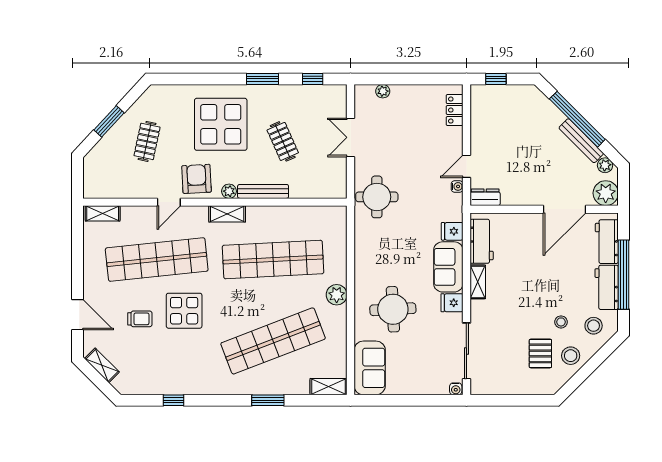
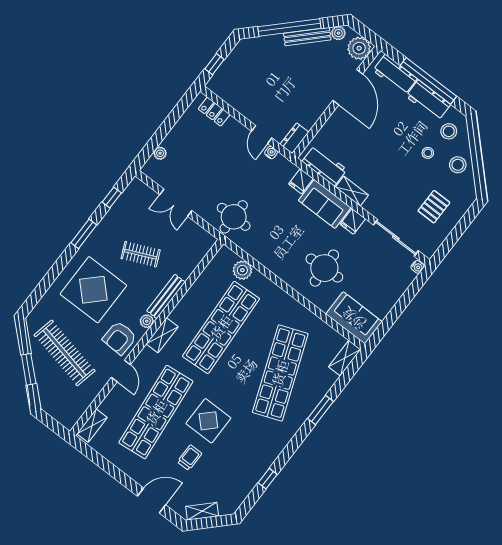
clothes rail: (147, 141) -> (65, 353), width x1.86, depth x1.31
armchair: (197, 179) -> (120, 338), turned -85
plant: (337, 295) -> (242, 270), moved
pallet: (540, 353) -> (434, 207), moved, turned 90

